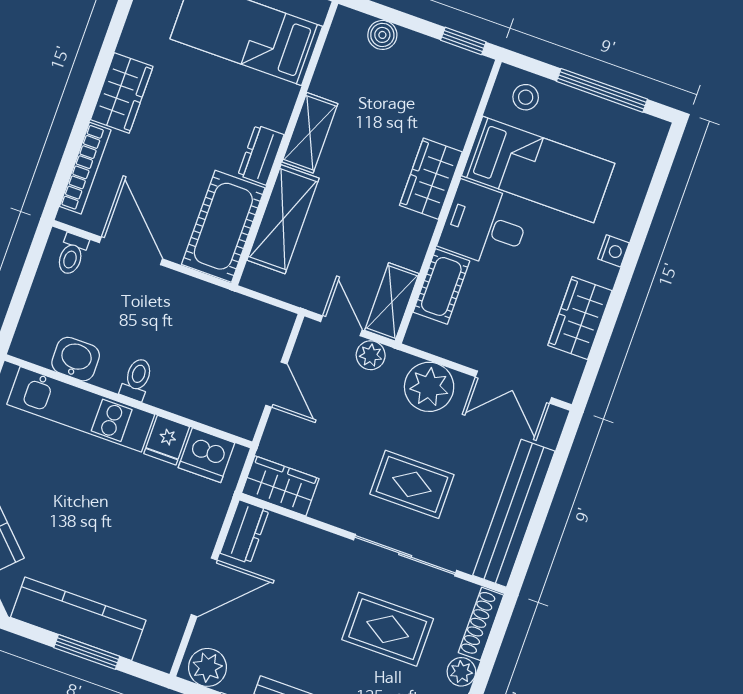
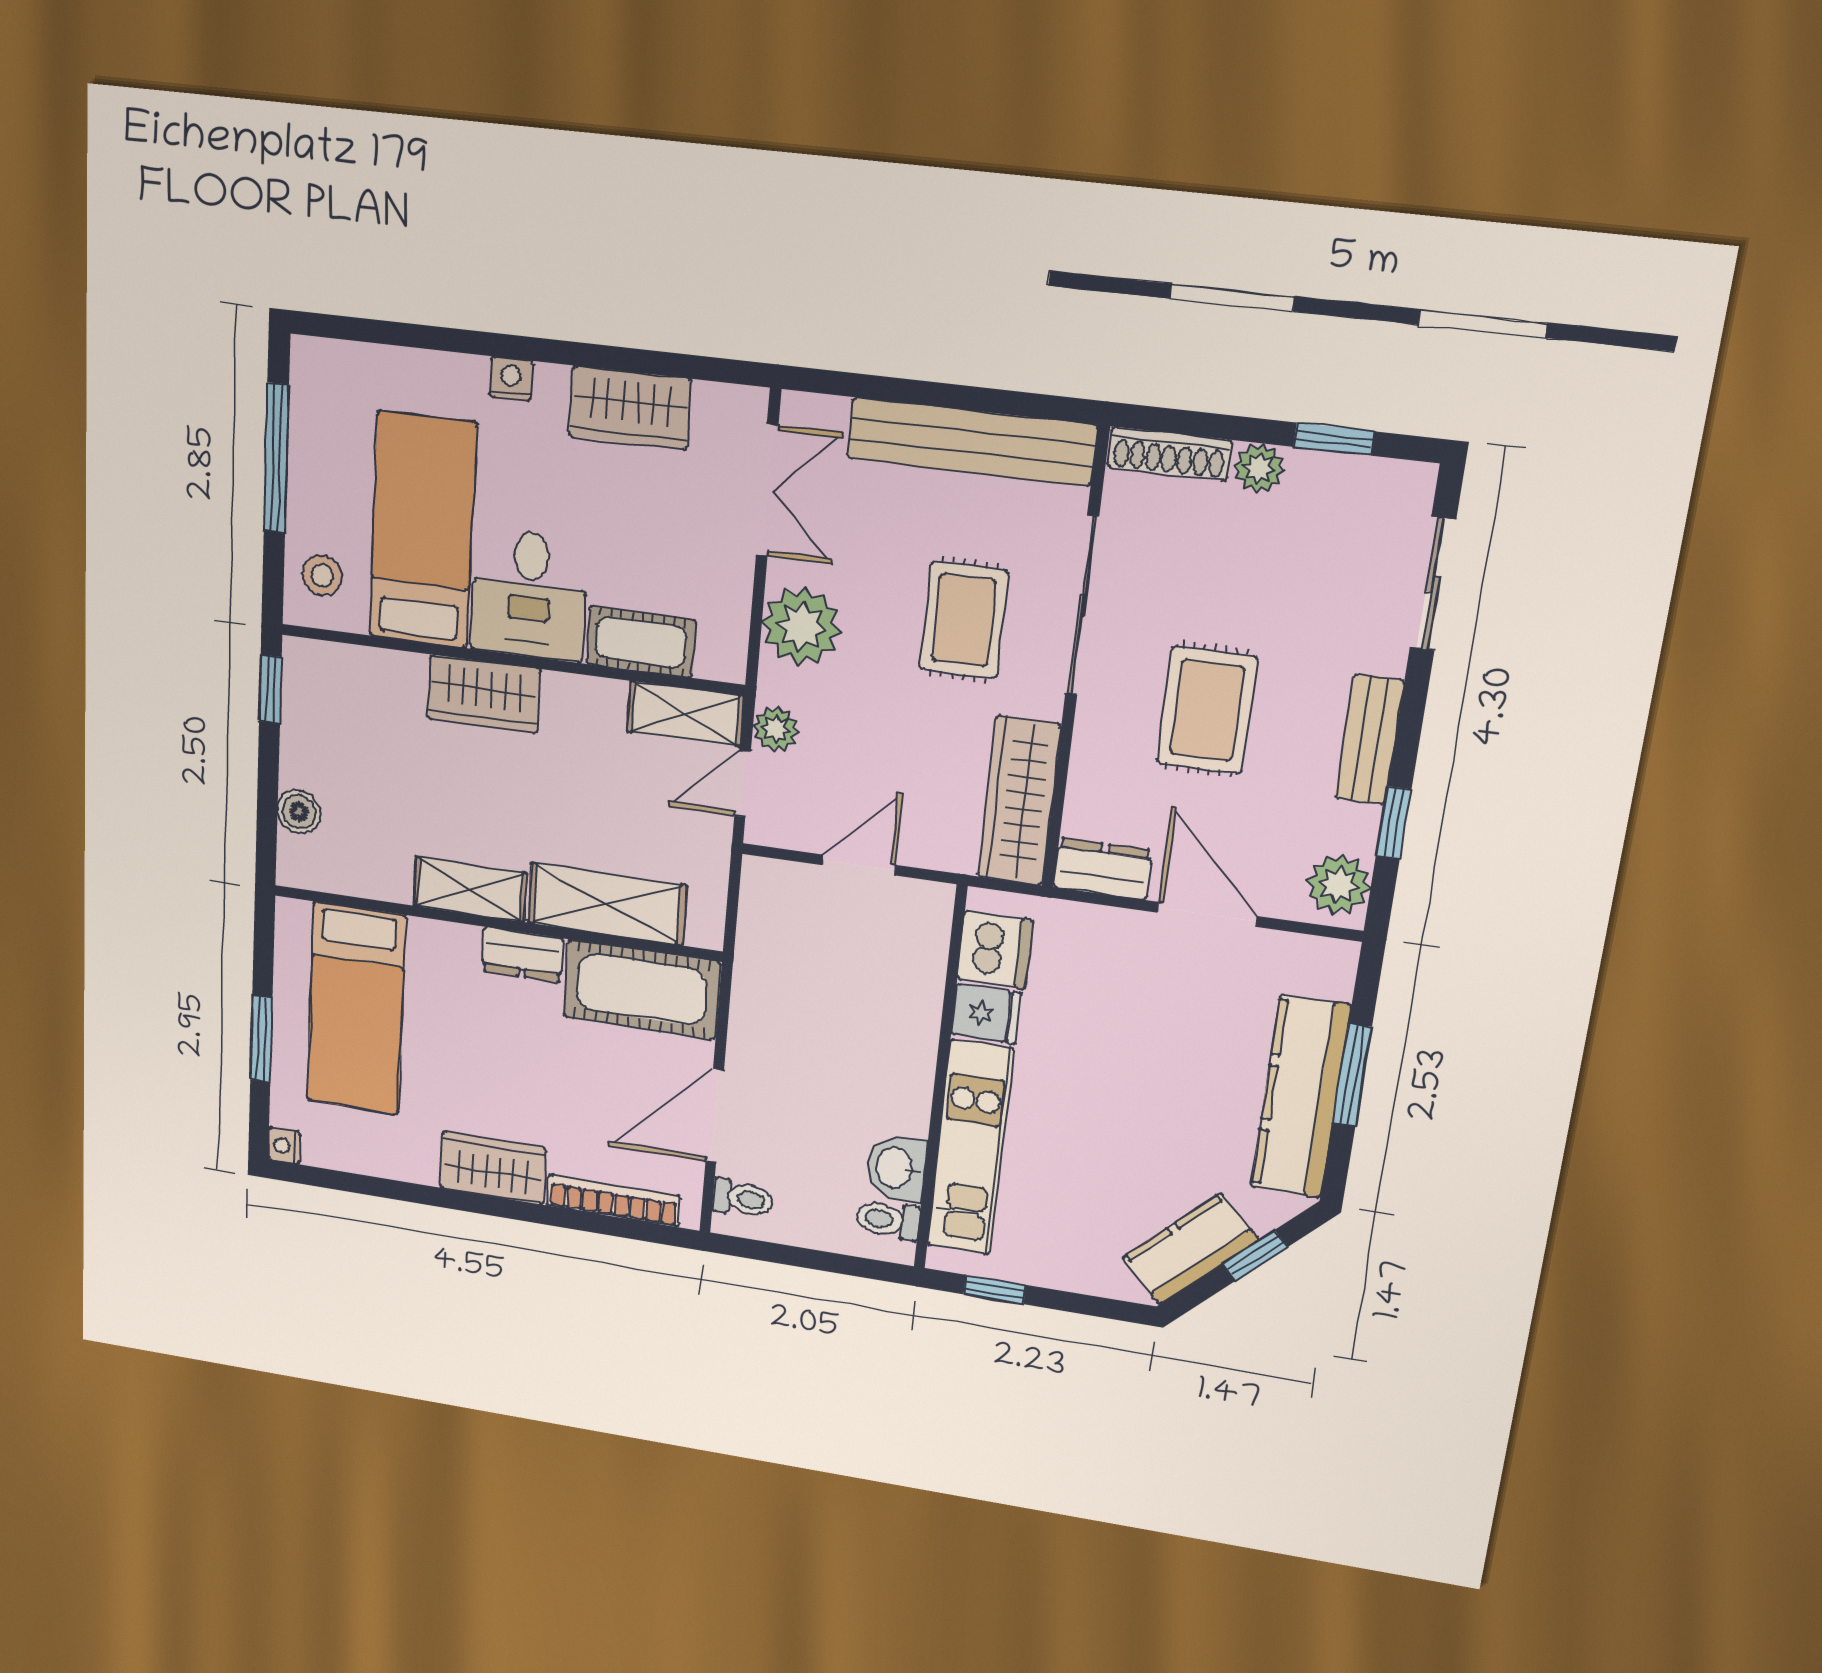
toilet: (137, 379) -> (888, 1220), moved
wardrobe: (280, 486) -> (1019, 801), width x1.50
rug: (388, 629) -> (1207, 710), moved

